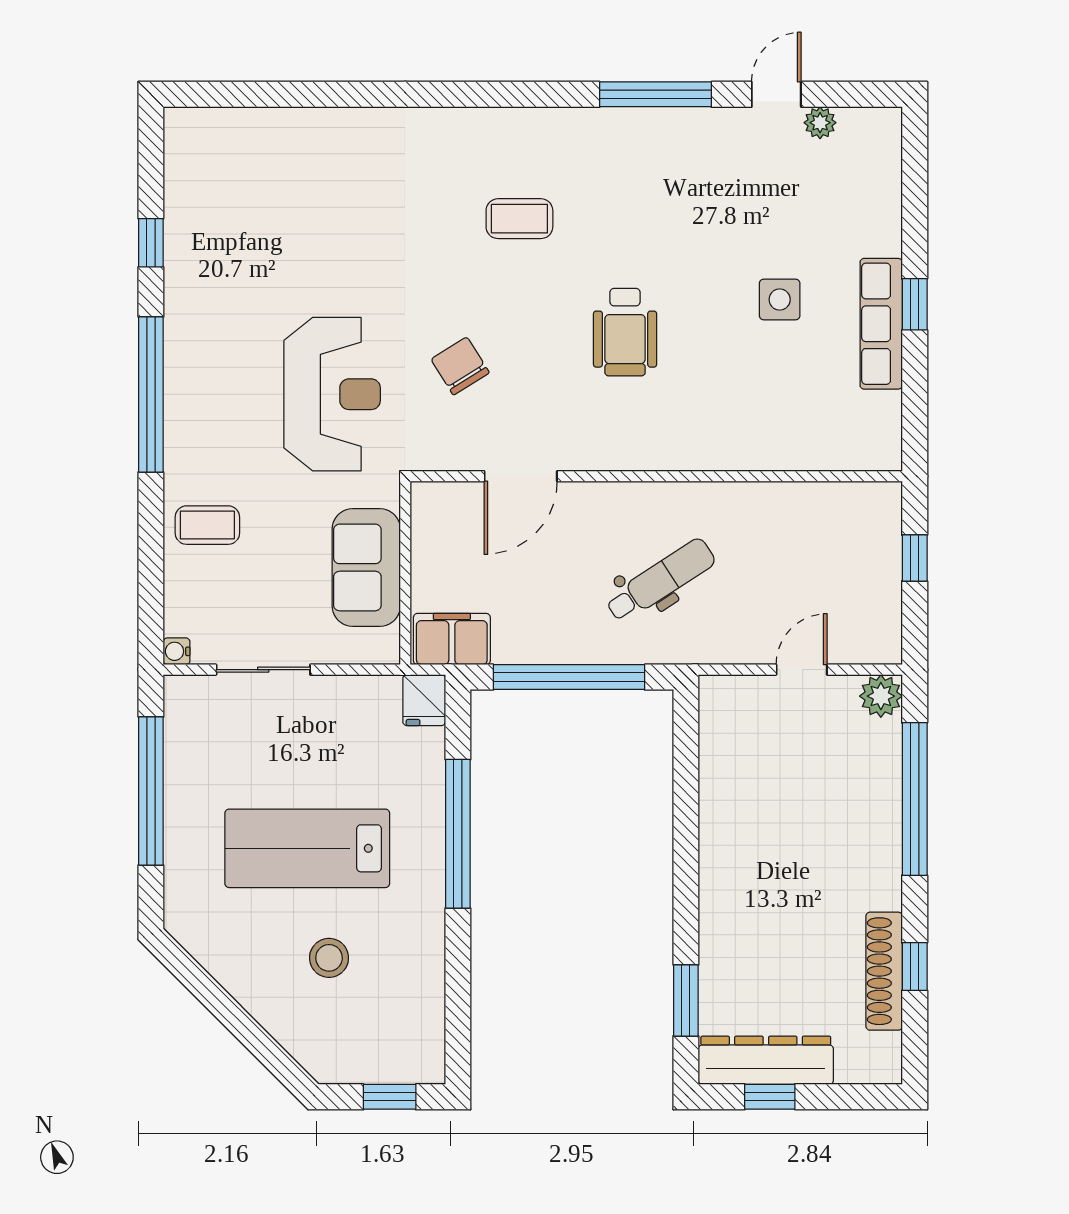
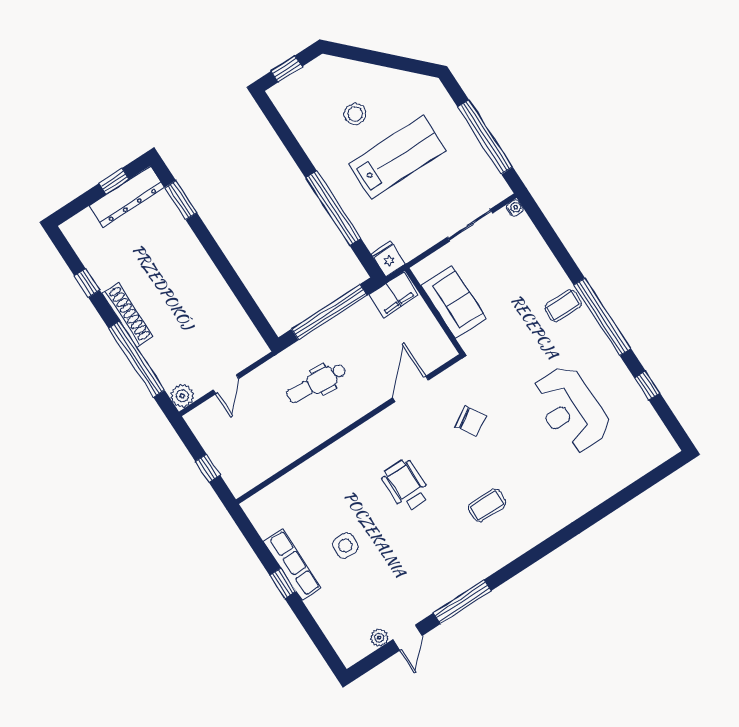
reception desk: (332, 394) -> (571, 410), moved
coffee table: (207, 525) -> (563, 306), moved
dental chair: (660, 580) -> (316, 383), turned 38
shoe rack: (884, 971) -> (127, 315), moved

